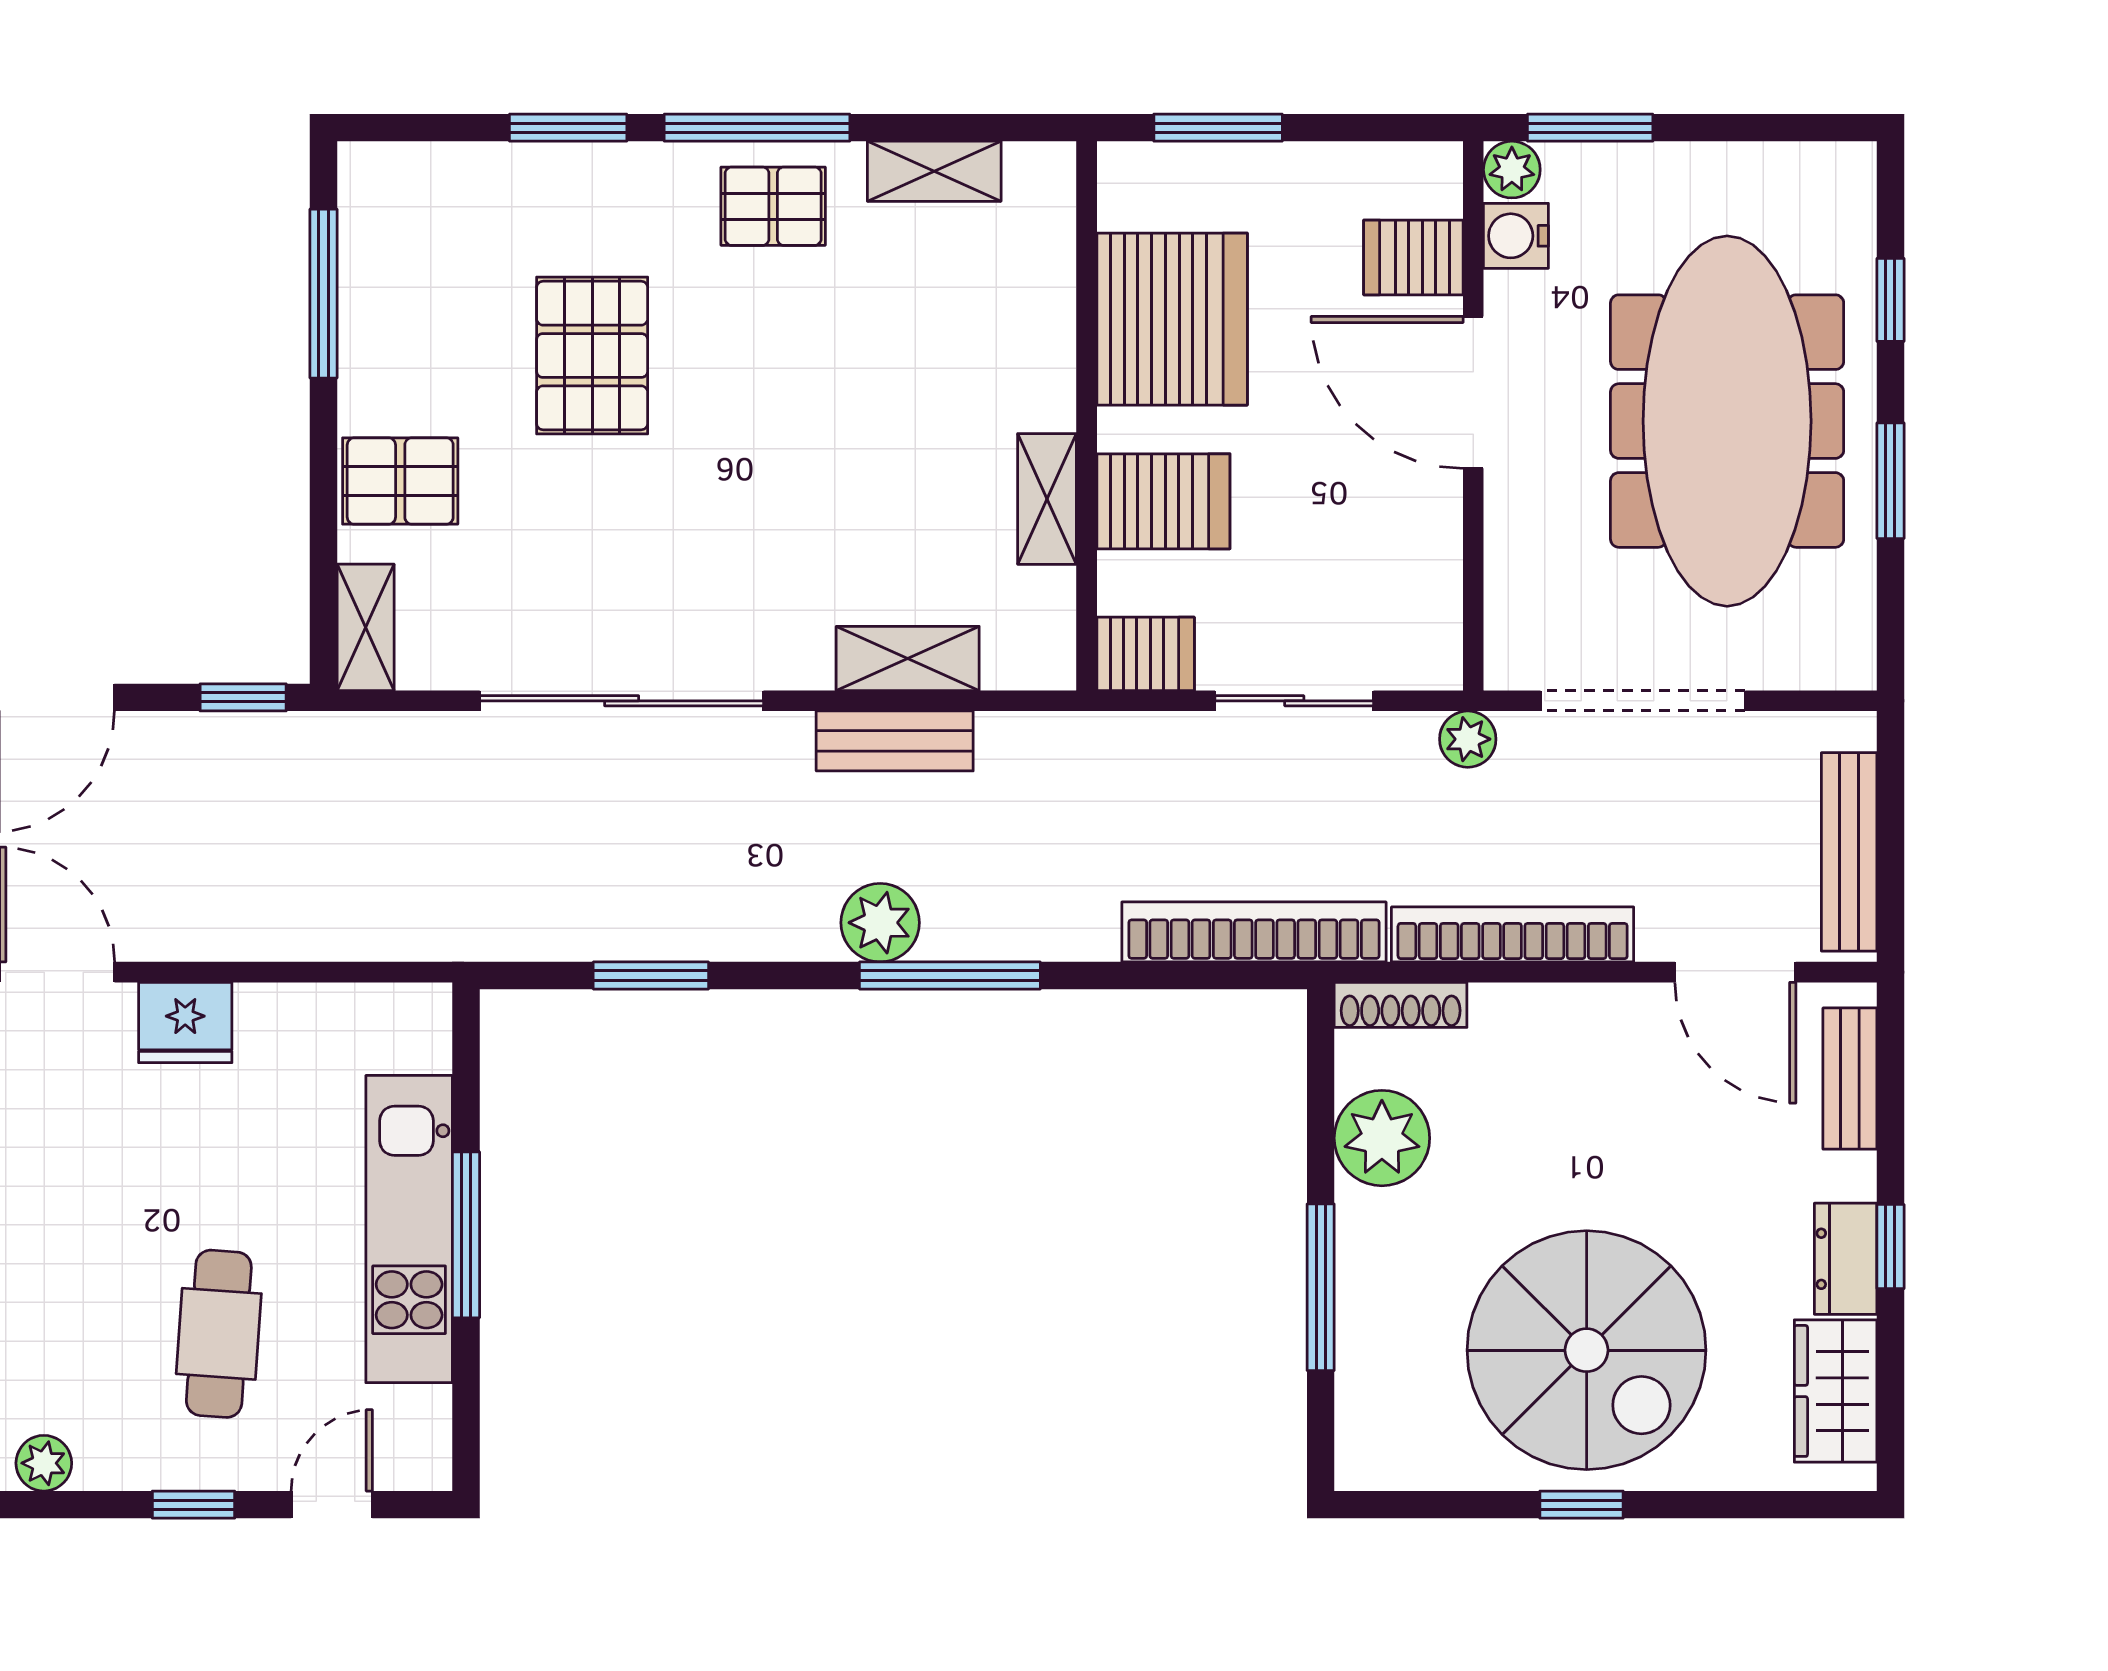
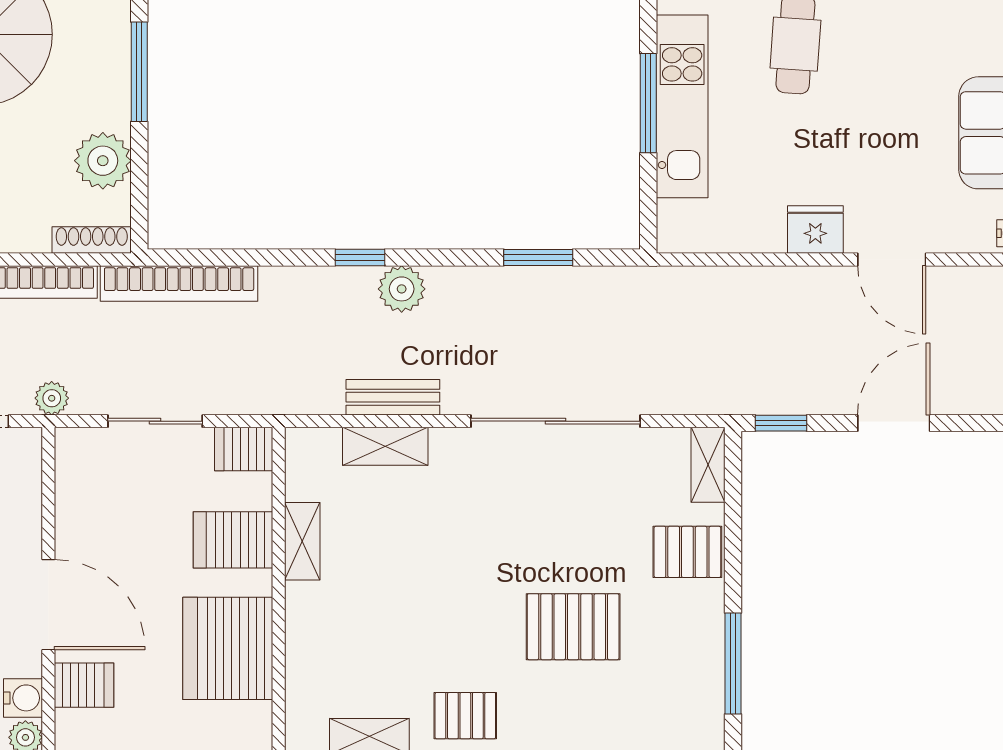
pallet: (592, 355) -> (573, 627), turned 90
window: (950, 976) -> (360, 257), width x0.46

